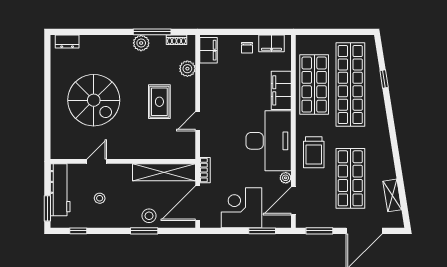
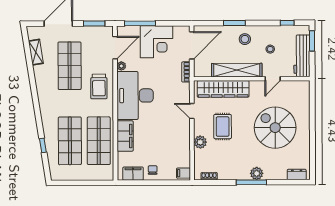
window: (152, 32) -> (251, 182), moved
plant: (141, 43) -> (257, 173), moved
filing cabinet: (209, 50) -> (183, 173), width x0.50
plant: (187, 69) -> (200, 142), moved
shop shelf: (350, 85) -> (70, 141), width x0.71
door: (198, 121) -> (192, 111), swing flipped
wardrobe: (159, 149) -> (223, 89), added
trolley: (314, 152) -> (99, 86), turned 180
shelving: (164, 172) -> (237, 70), moved
stool: (149, 216) -> (245, 39), moved
window: (262, 231) -> (140, 23), width x1.44

